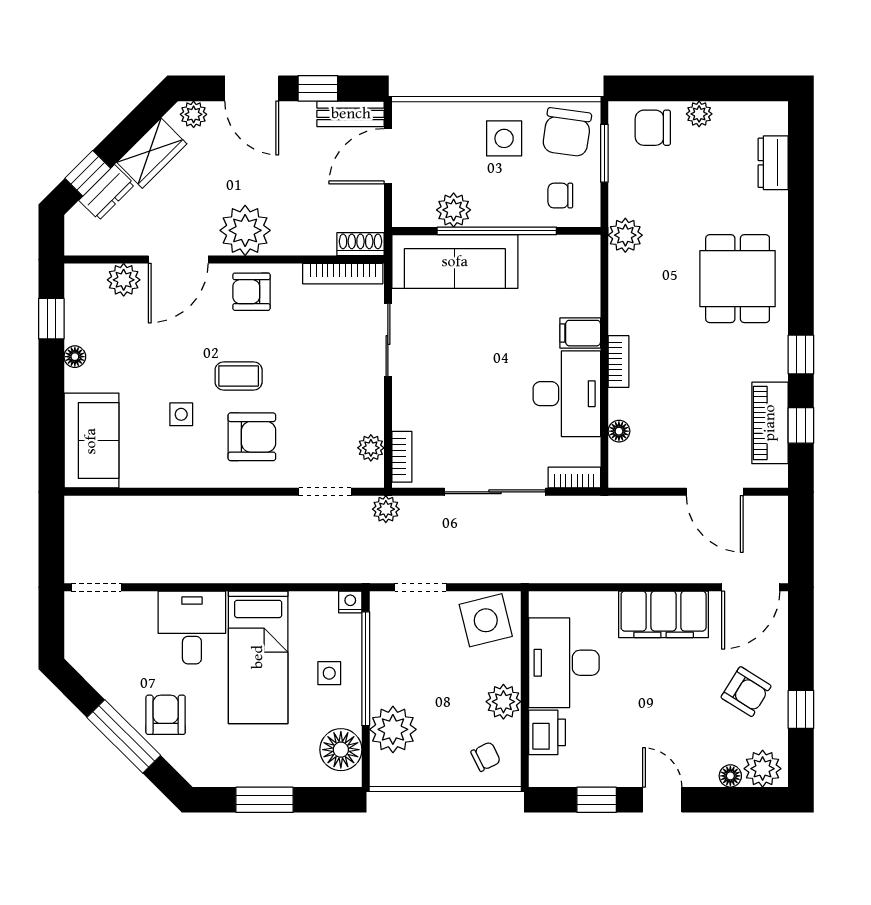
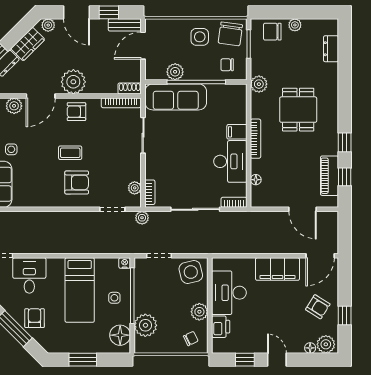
dining table: (738, 279) -> (298, 110), moved
bookcase: (618, 362) -> (256, 139), width x1.56
side table: (181, 414) -> (11, 149), moved
desk: (192, 628) -> (29, 276), moved

